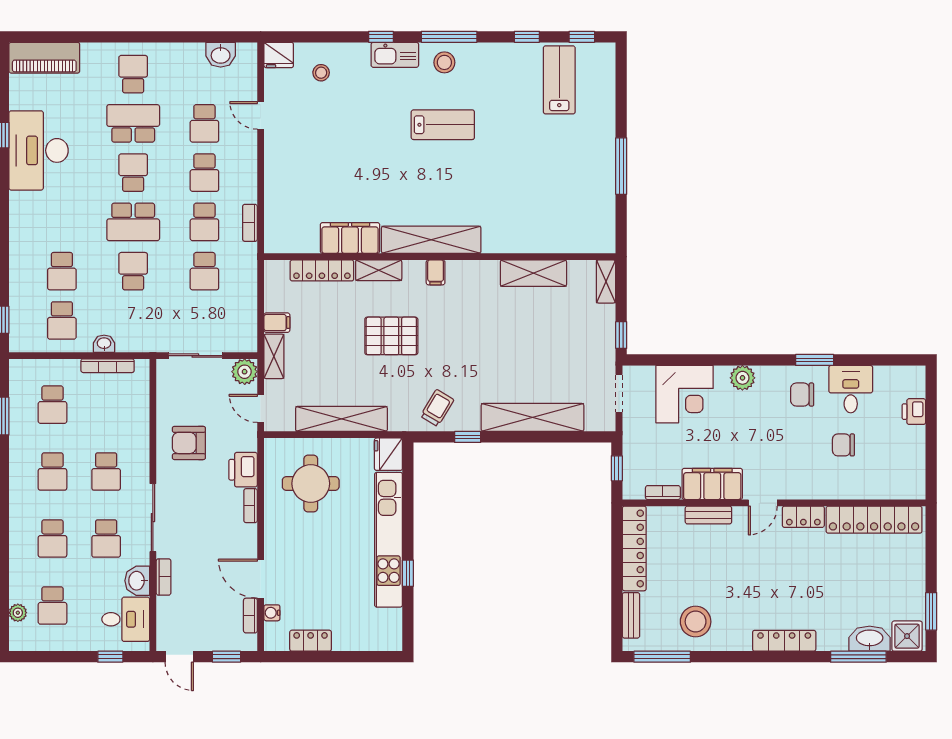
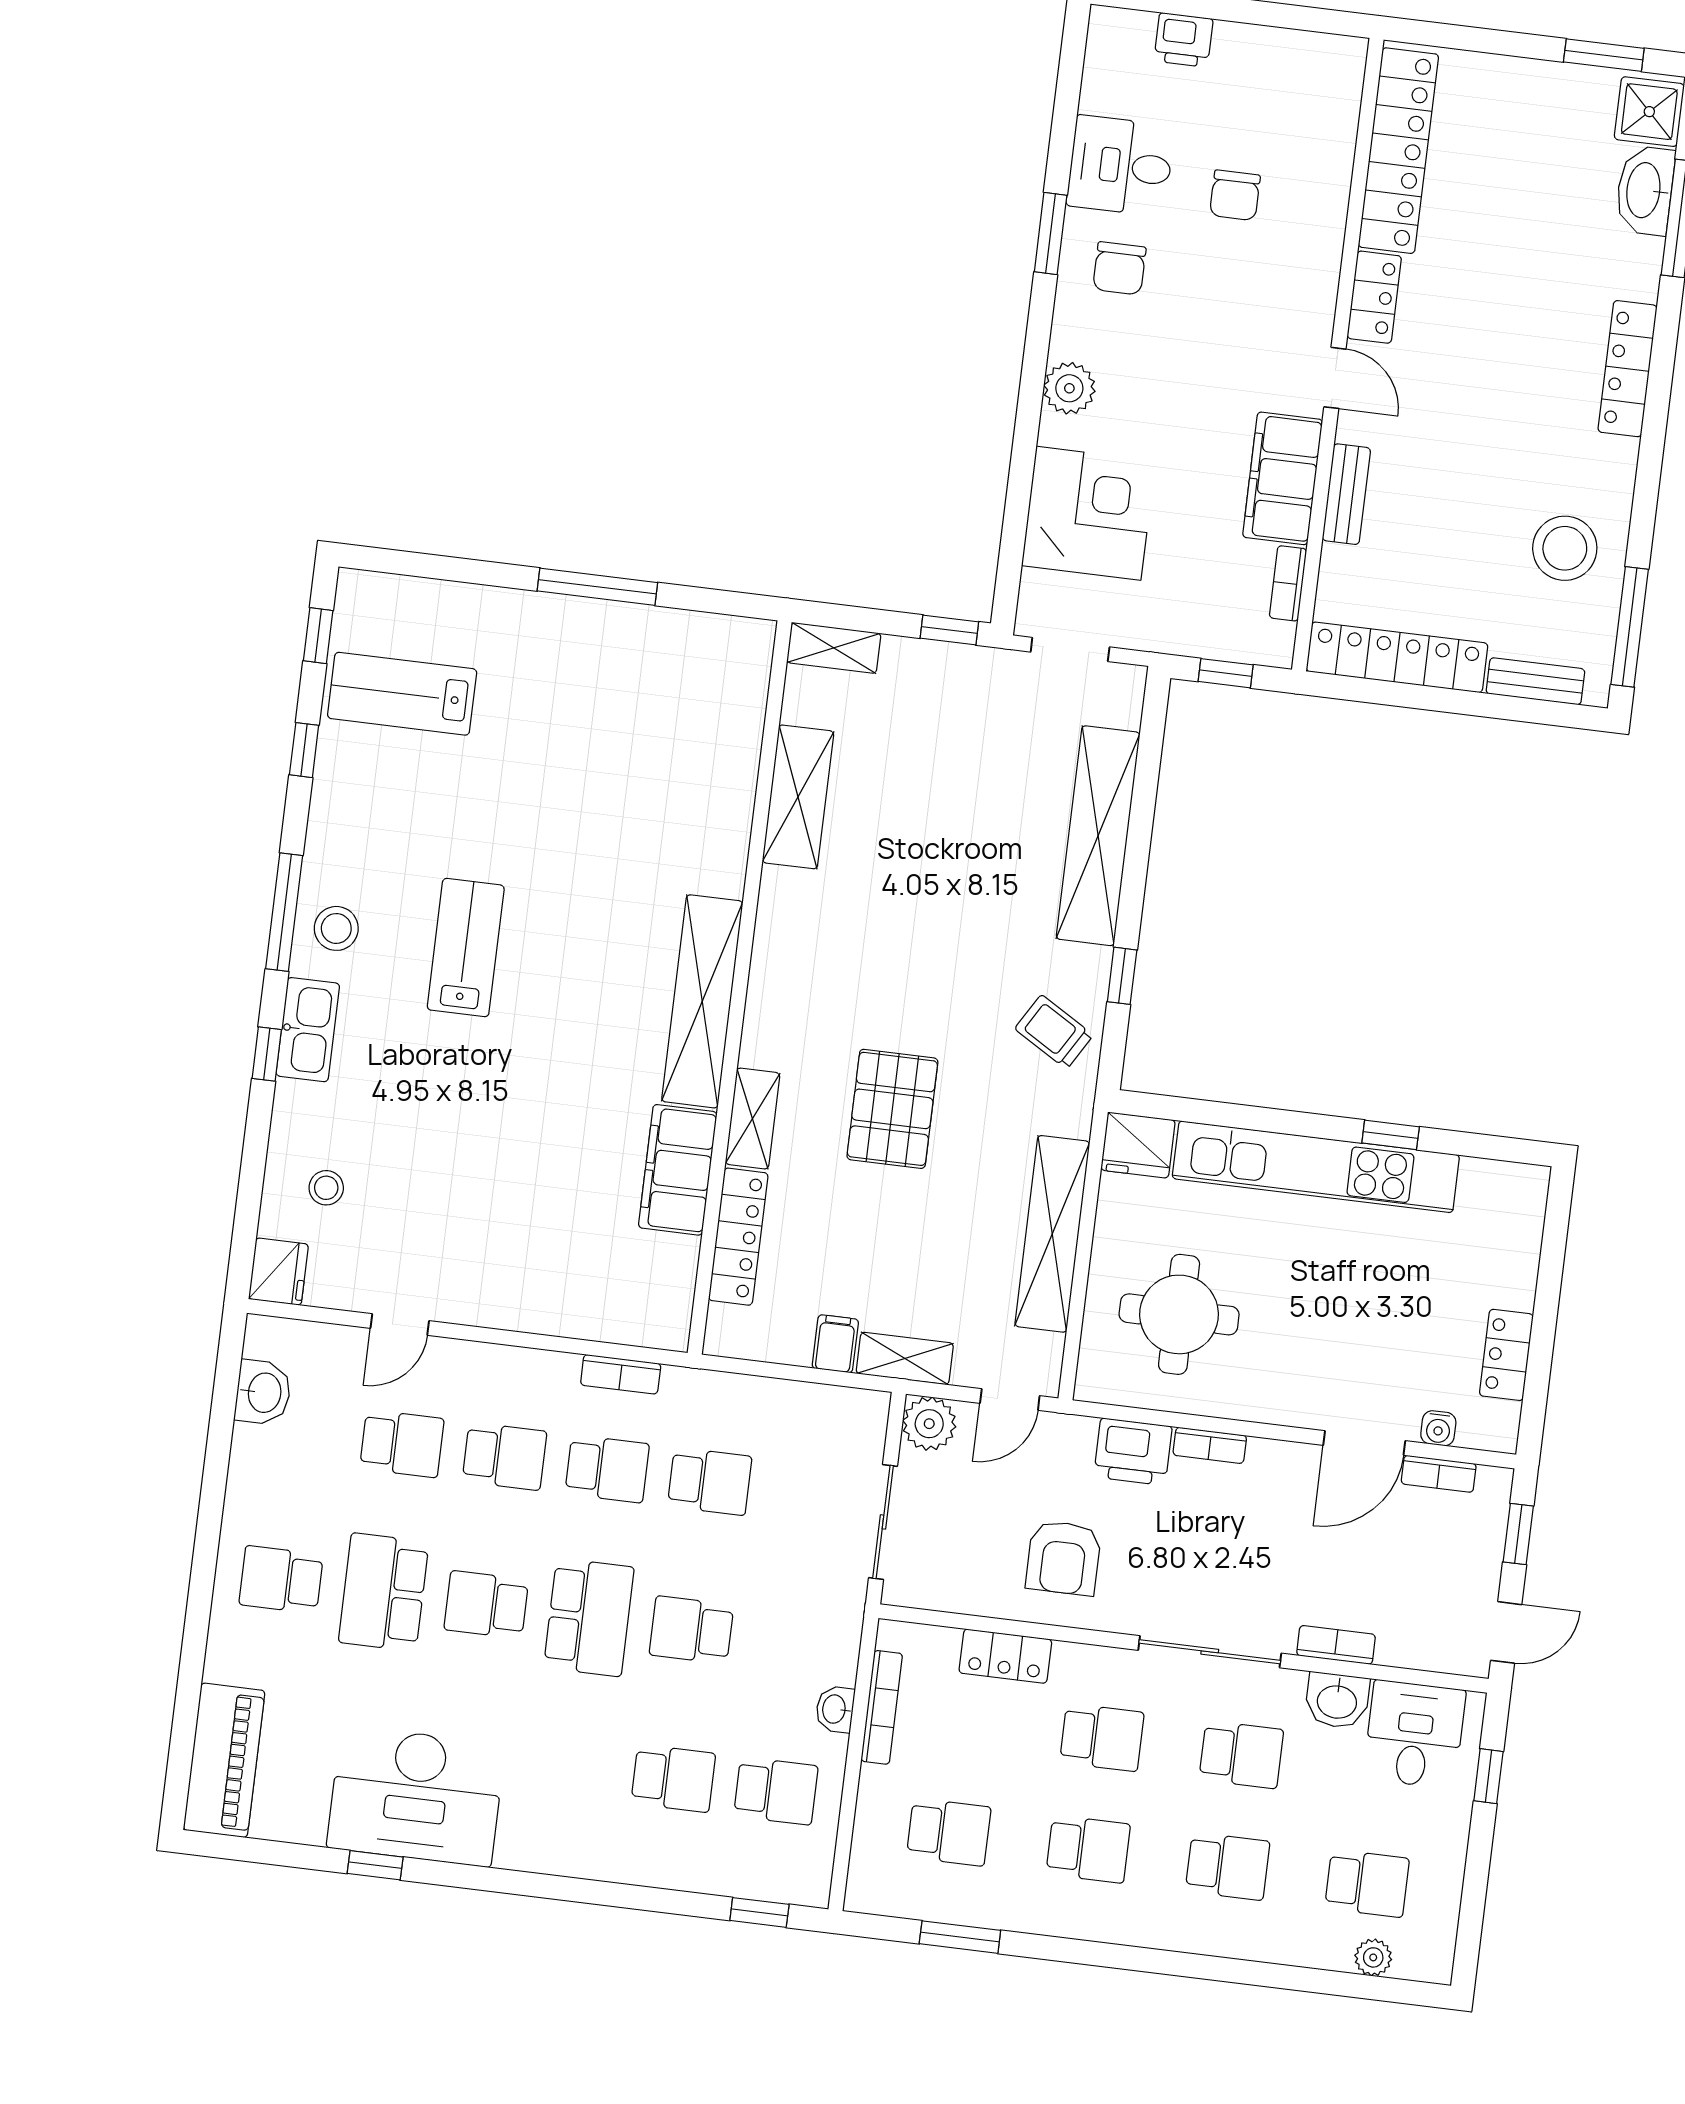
filing cabinet: (436, 272) -> (771, 1000), removed
locker: (139, 421) -> (1005, 1656), added

